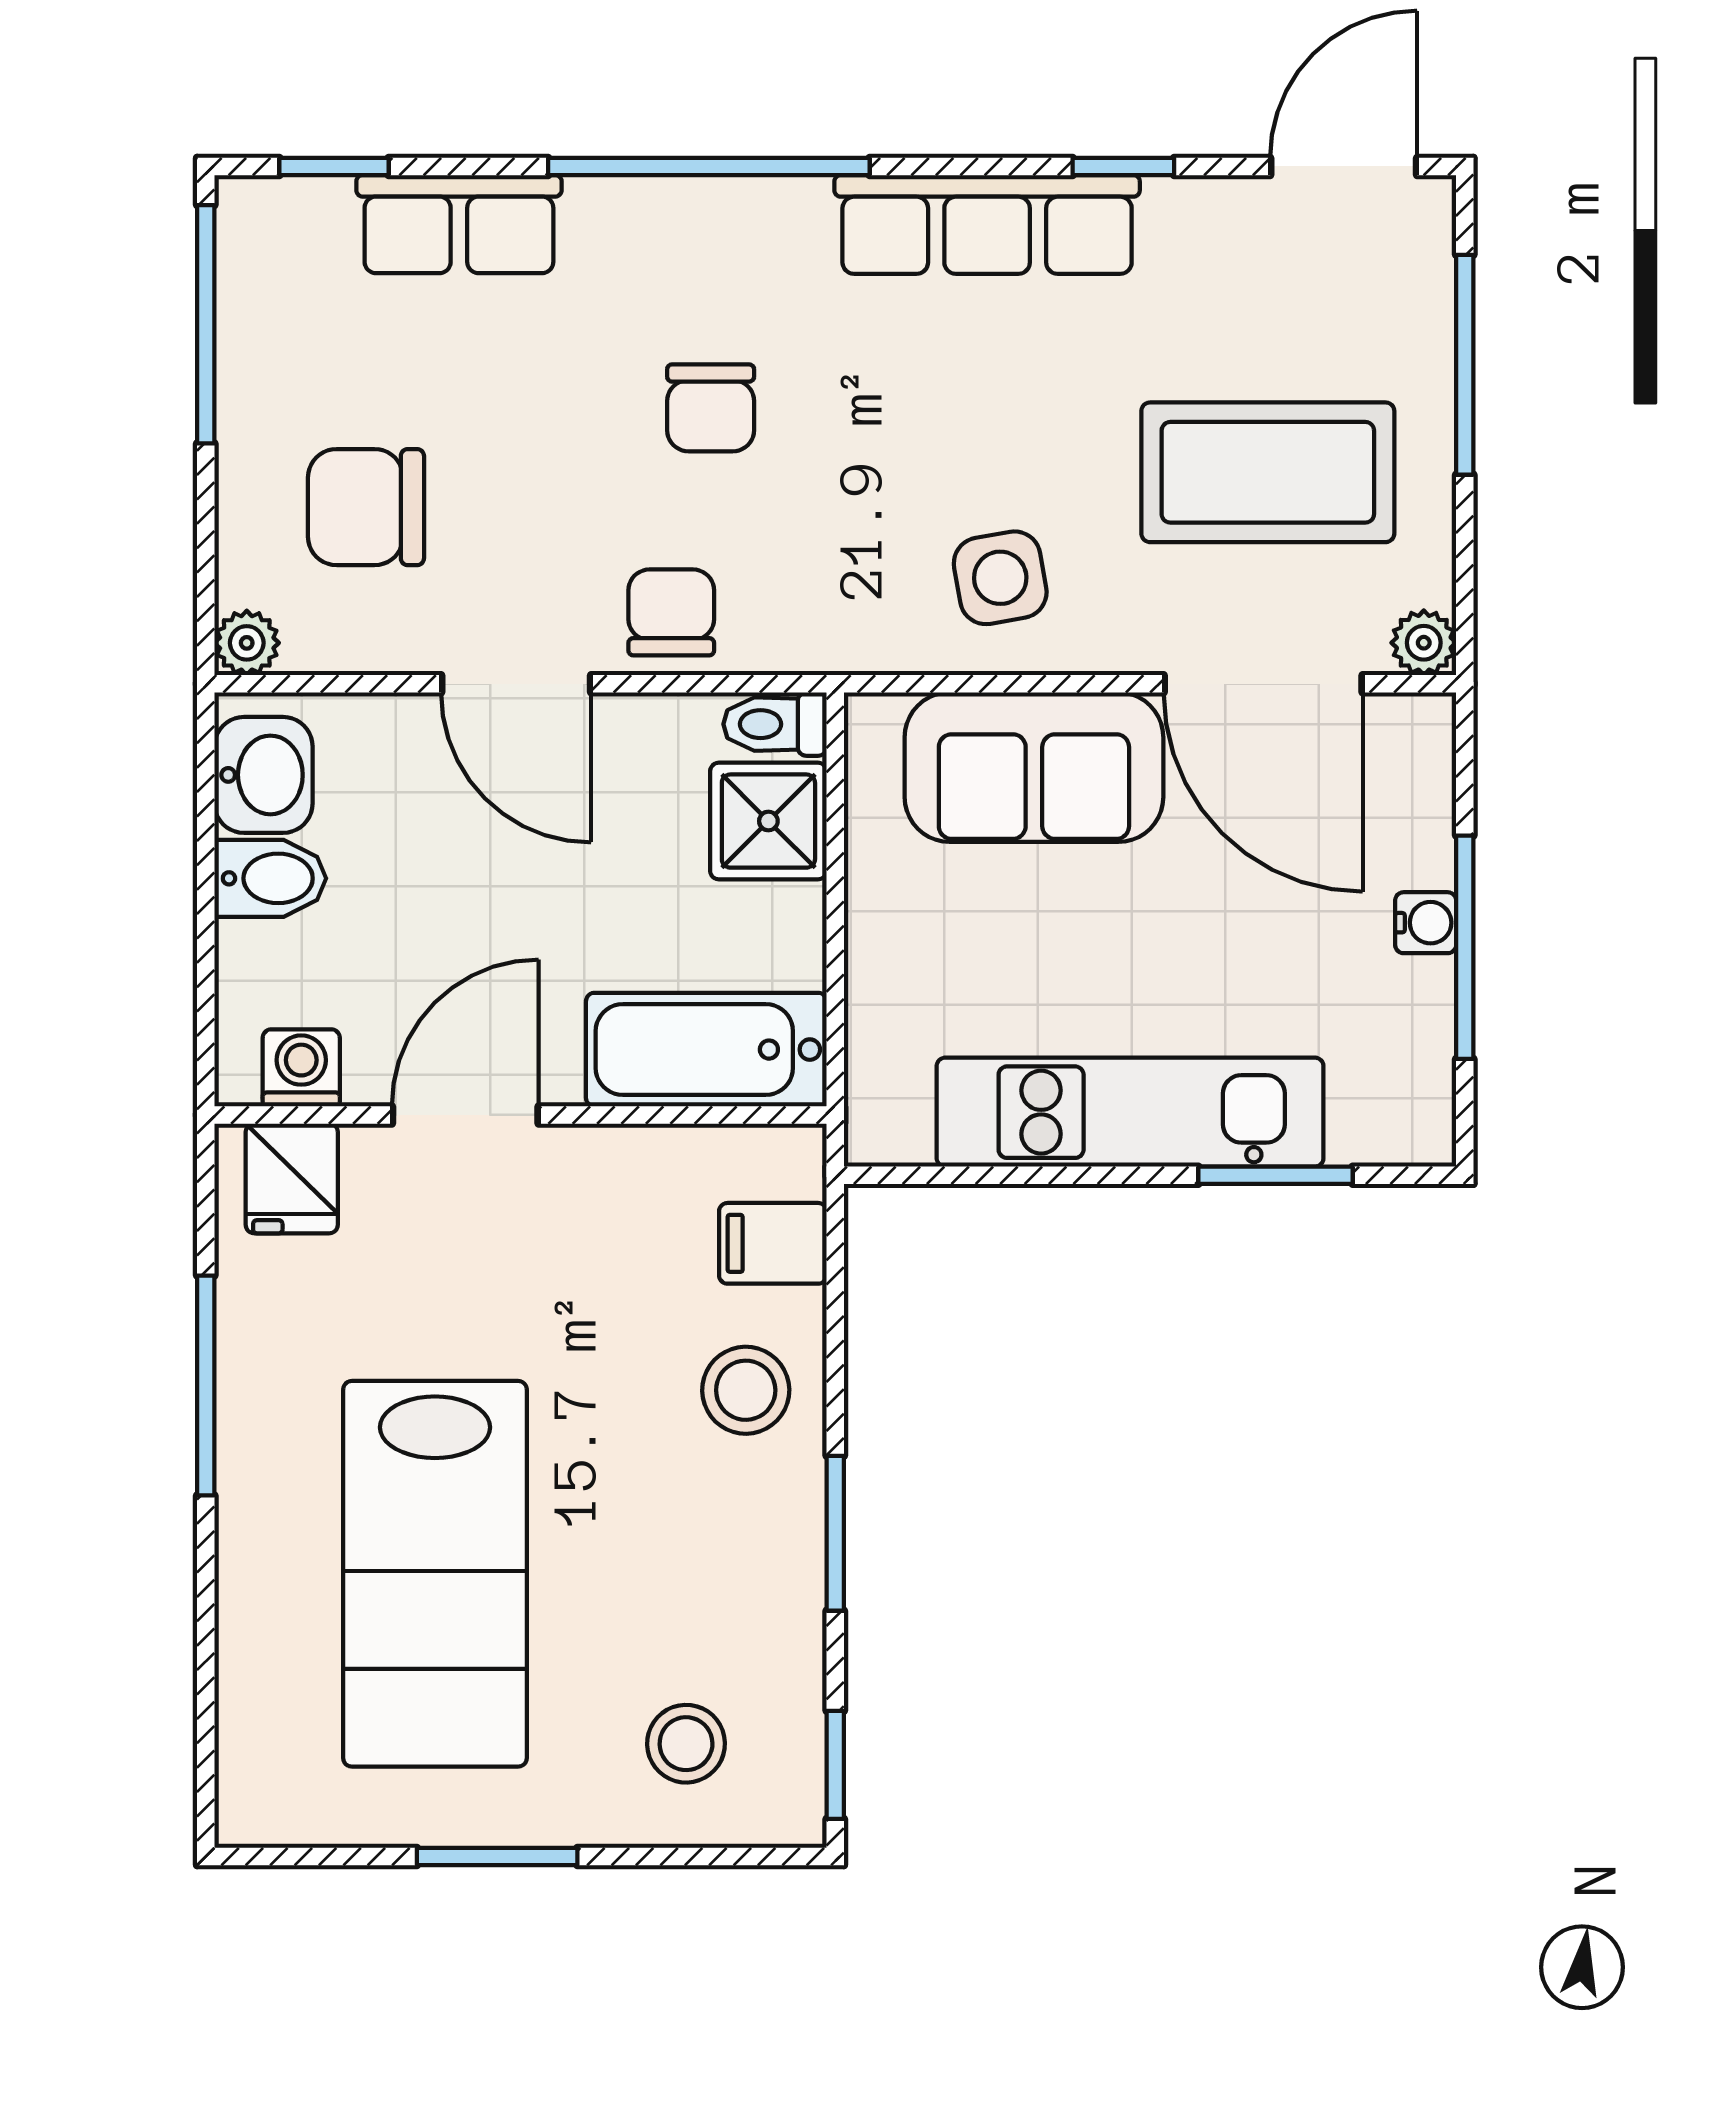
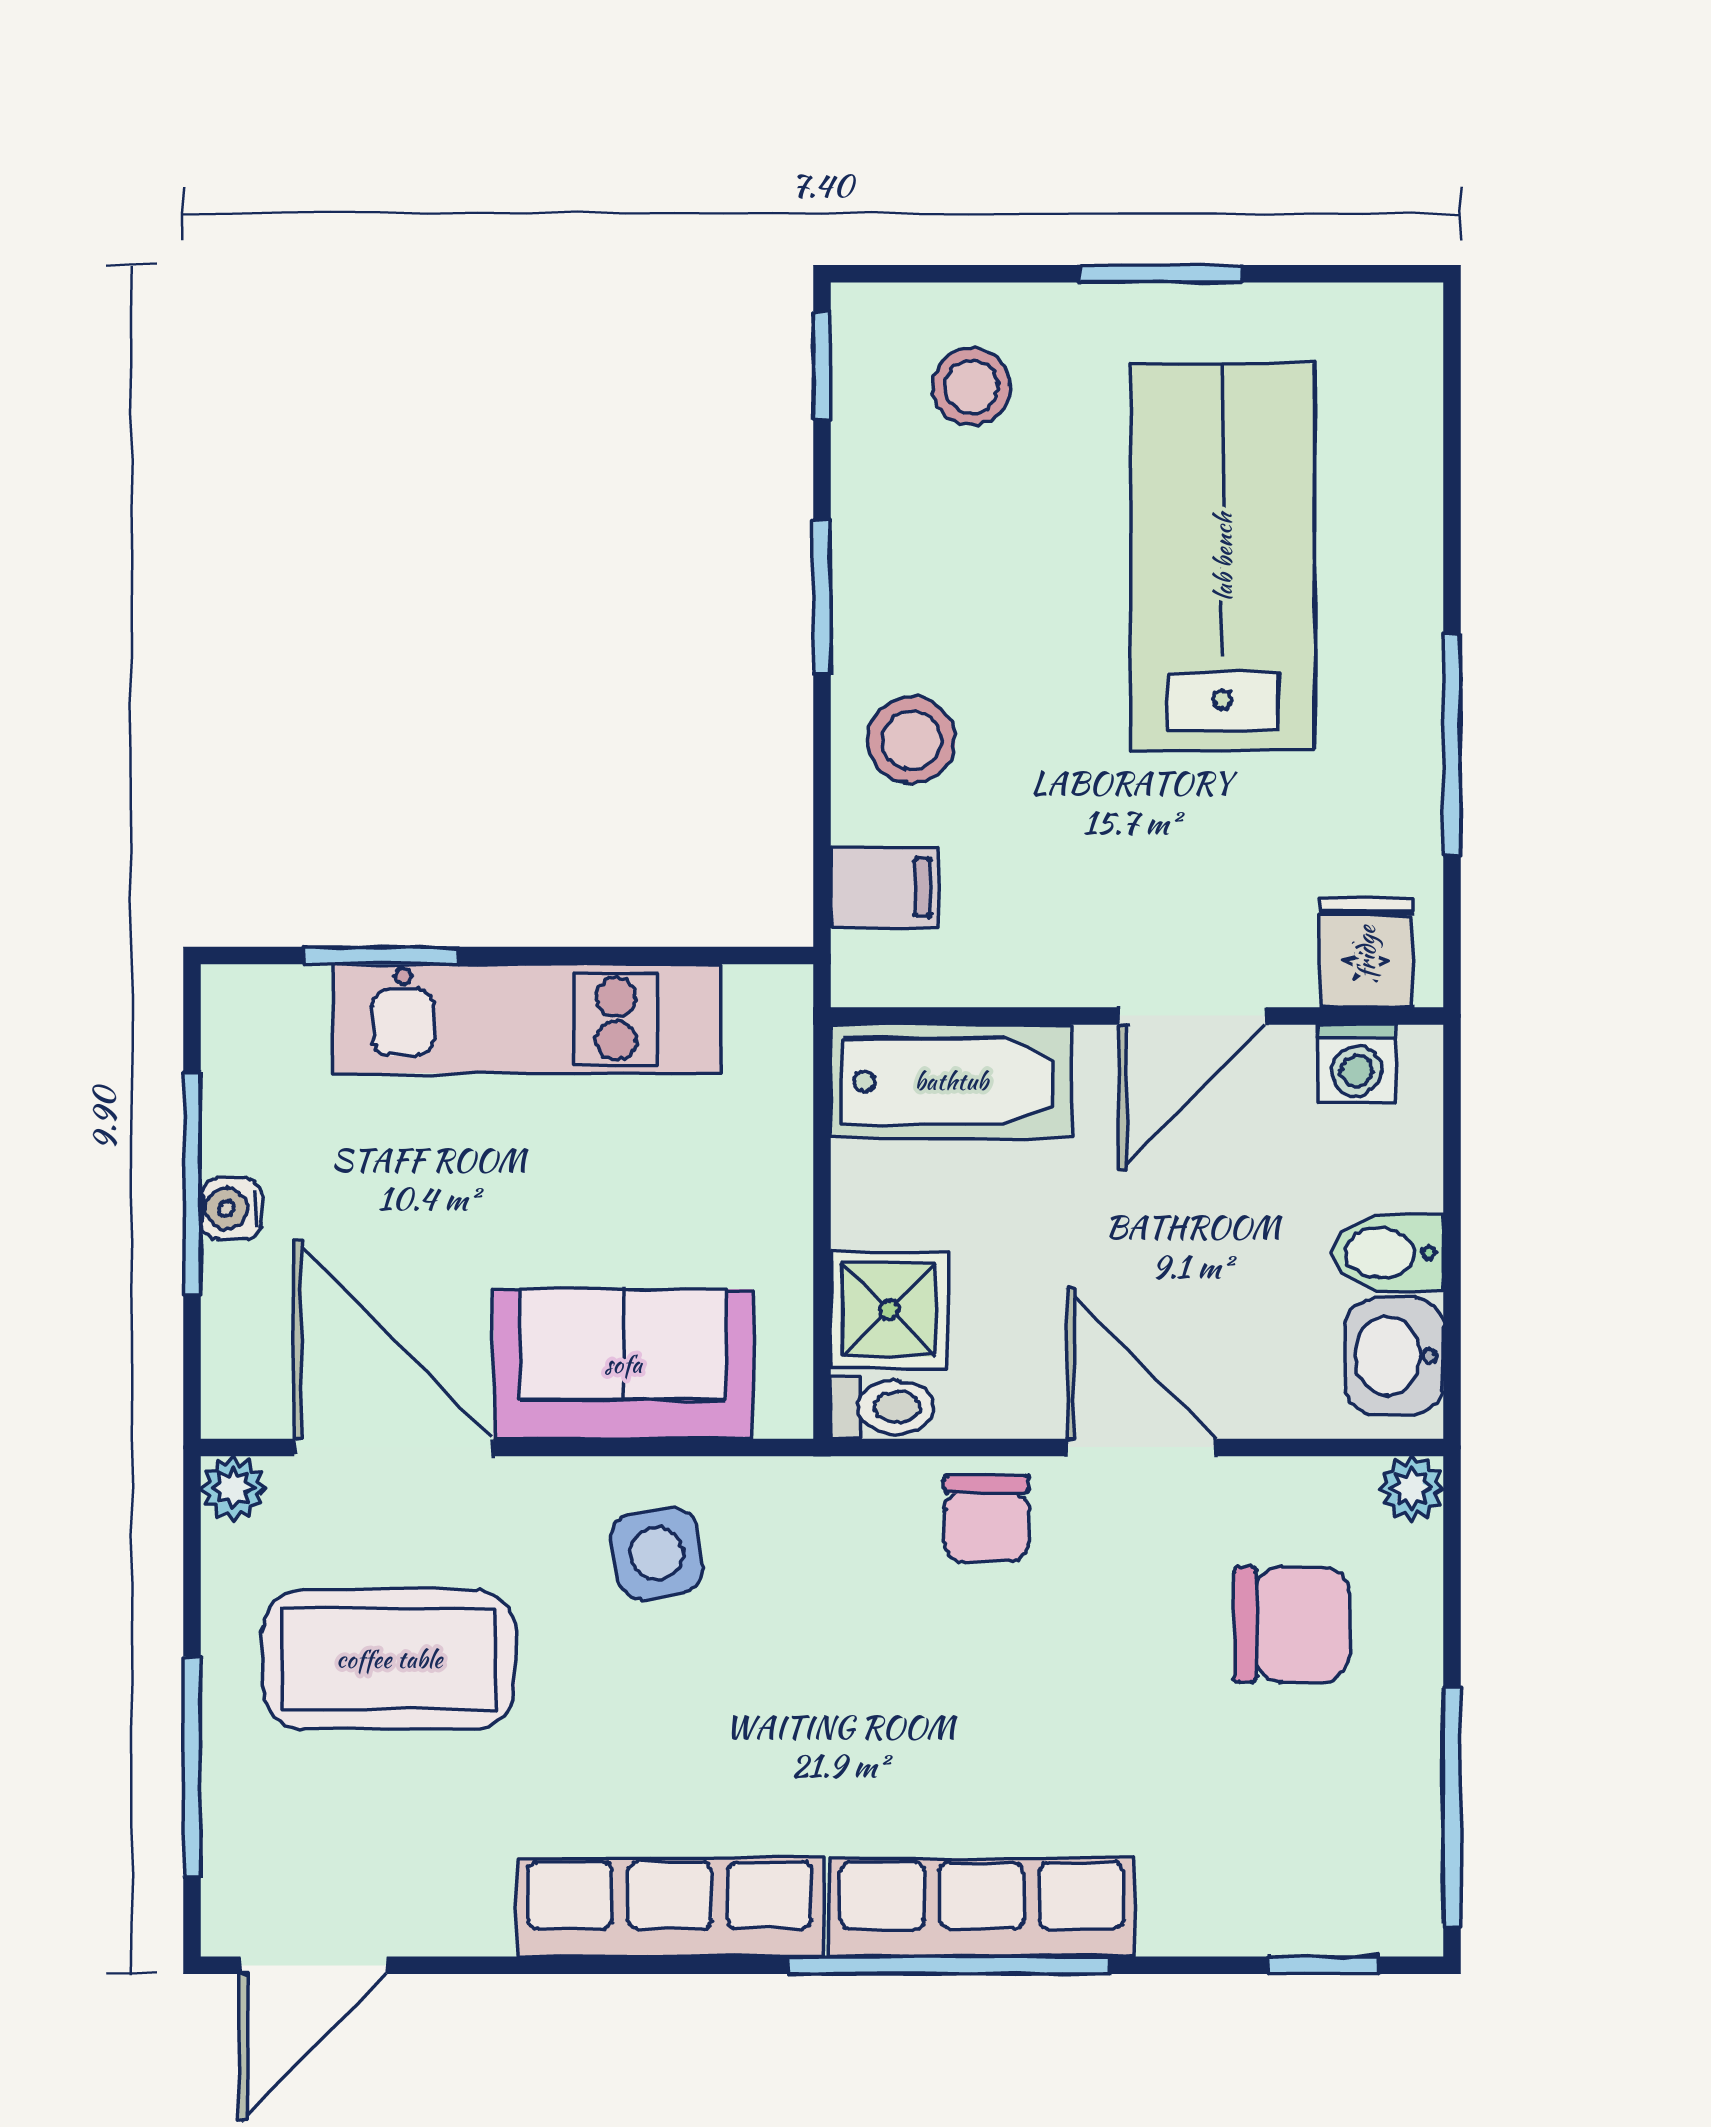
window: (1123, 166) -> (534, 1965), removed
row of seats: (459, 224) -> (982, 1907), moved, width x1.48
chair: (711, 408) -> (947, 1724), removed

